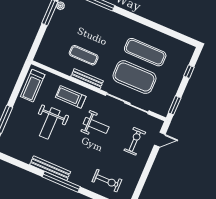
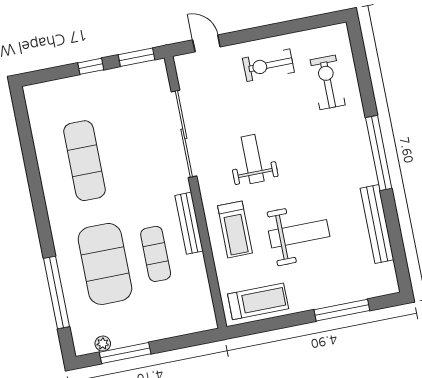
window: (189, 72) -> (91, 66), moved
exercise mat: (134, 77) -> (105, 264), moved
exercise bike: (135, 141) -> (268, 65), moved
bench: (50, 168) -> (377, 224), moved

